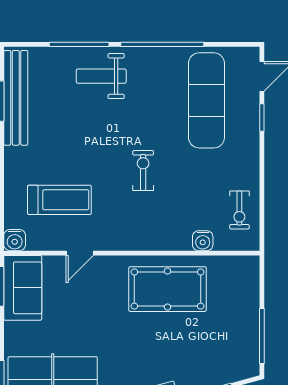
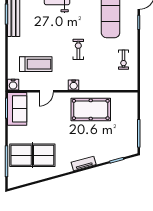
exercise bike: (239, 210) -> (123, 60), moved
water cooler: (203, 241) -> (74, 85), moved

